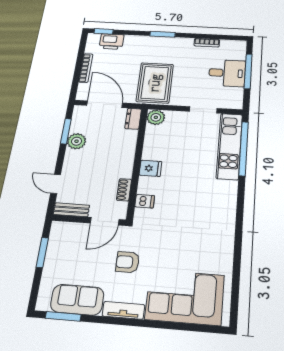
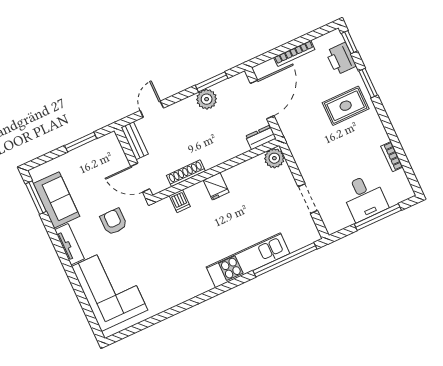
window: (163, 34) -> (368, 83), moved
rug: (155, 83) -> (346, 106), moved, width x0.73, depth x0.70
kitchen unit: (229, 146) -> (248, 260), moved
shoe rack: (124, 190) -> (186, 173), width x1.43

